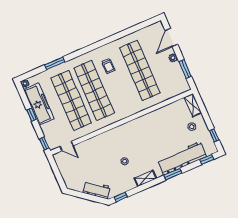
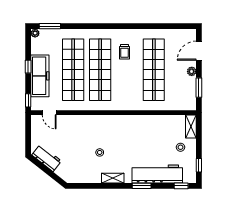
window: (55, 63) -> (50, 26), moved
freezer: (39, 104) -> (40, 76), moved
workbench: (97, 190) -> (47, 158), moved
window: (121, 197) -> (81, 186), removed

